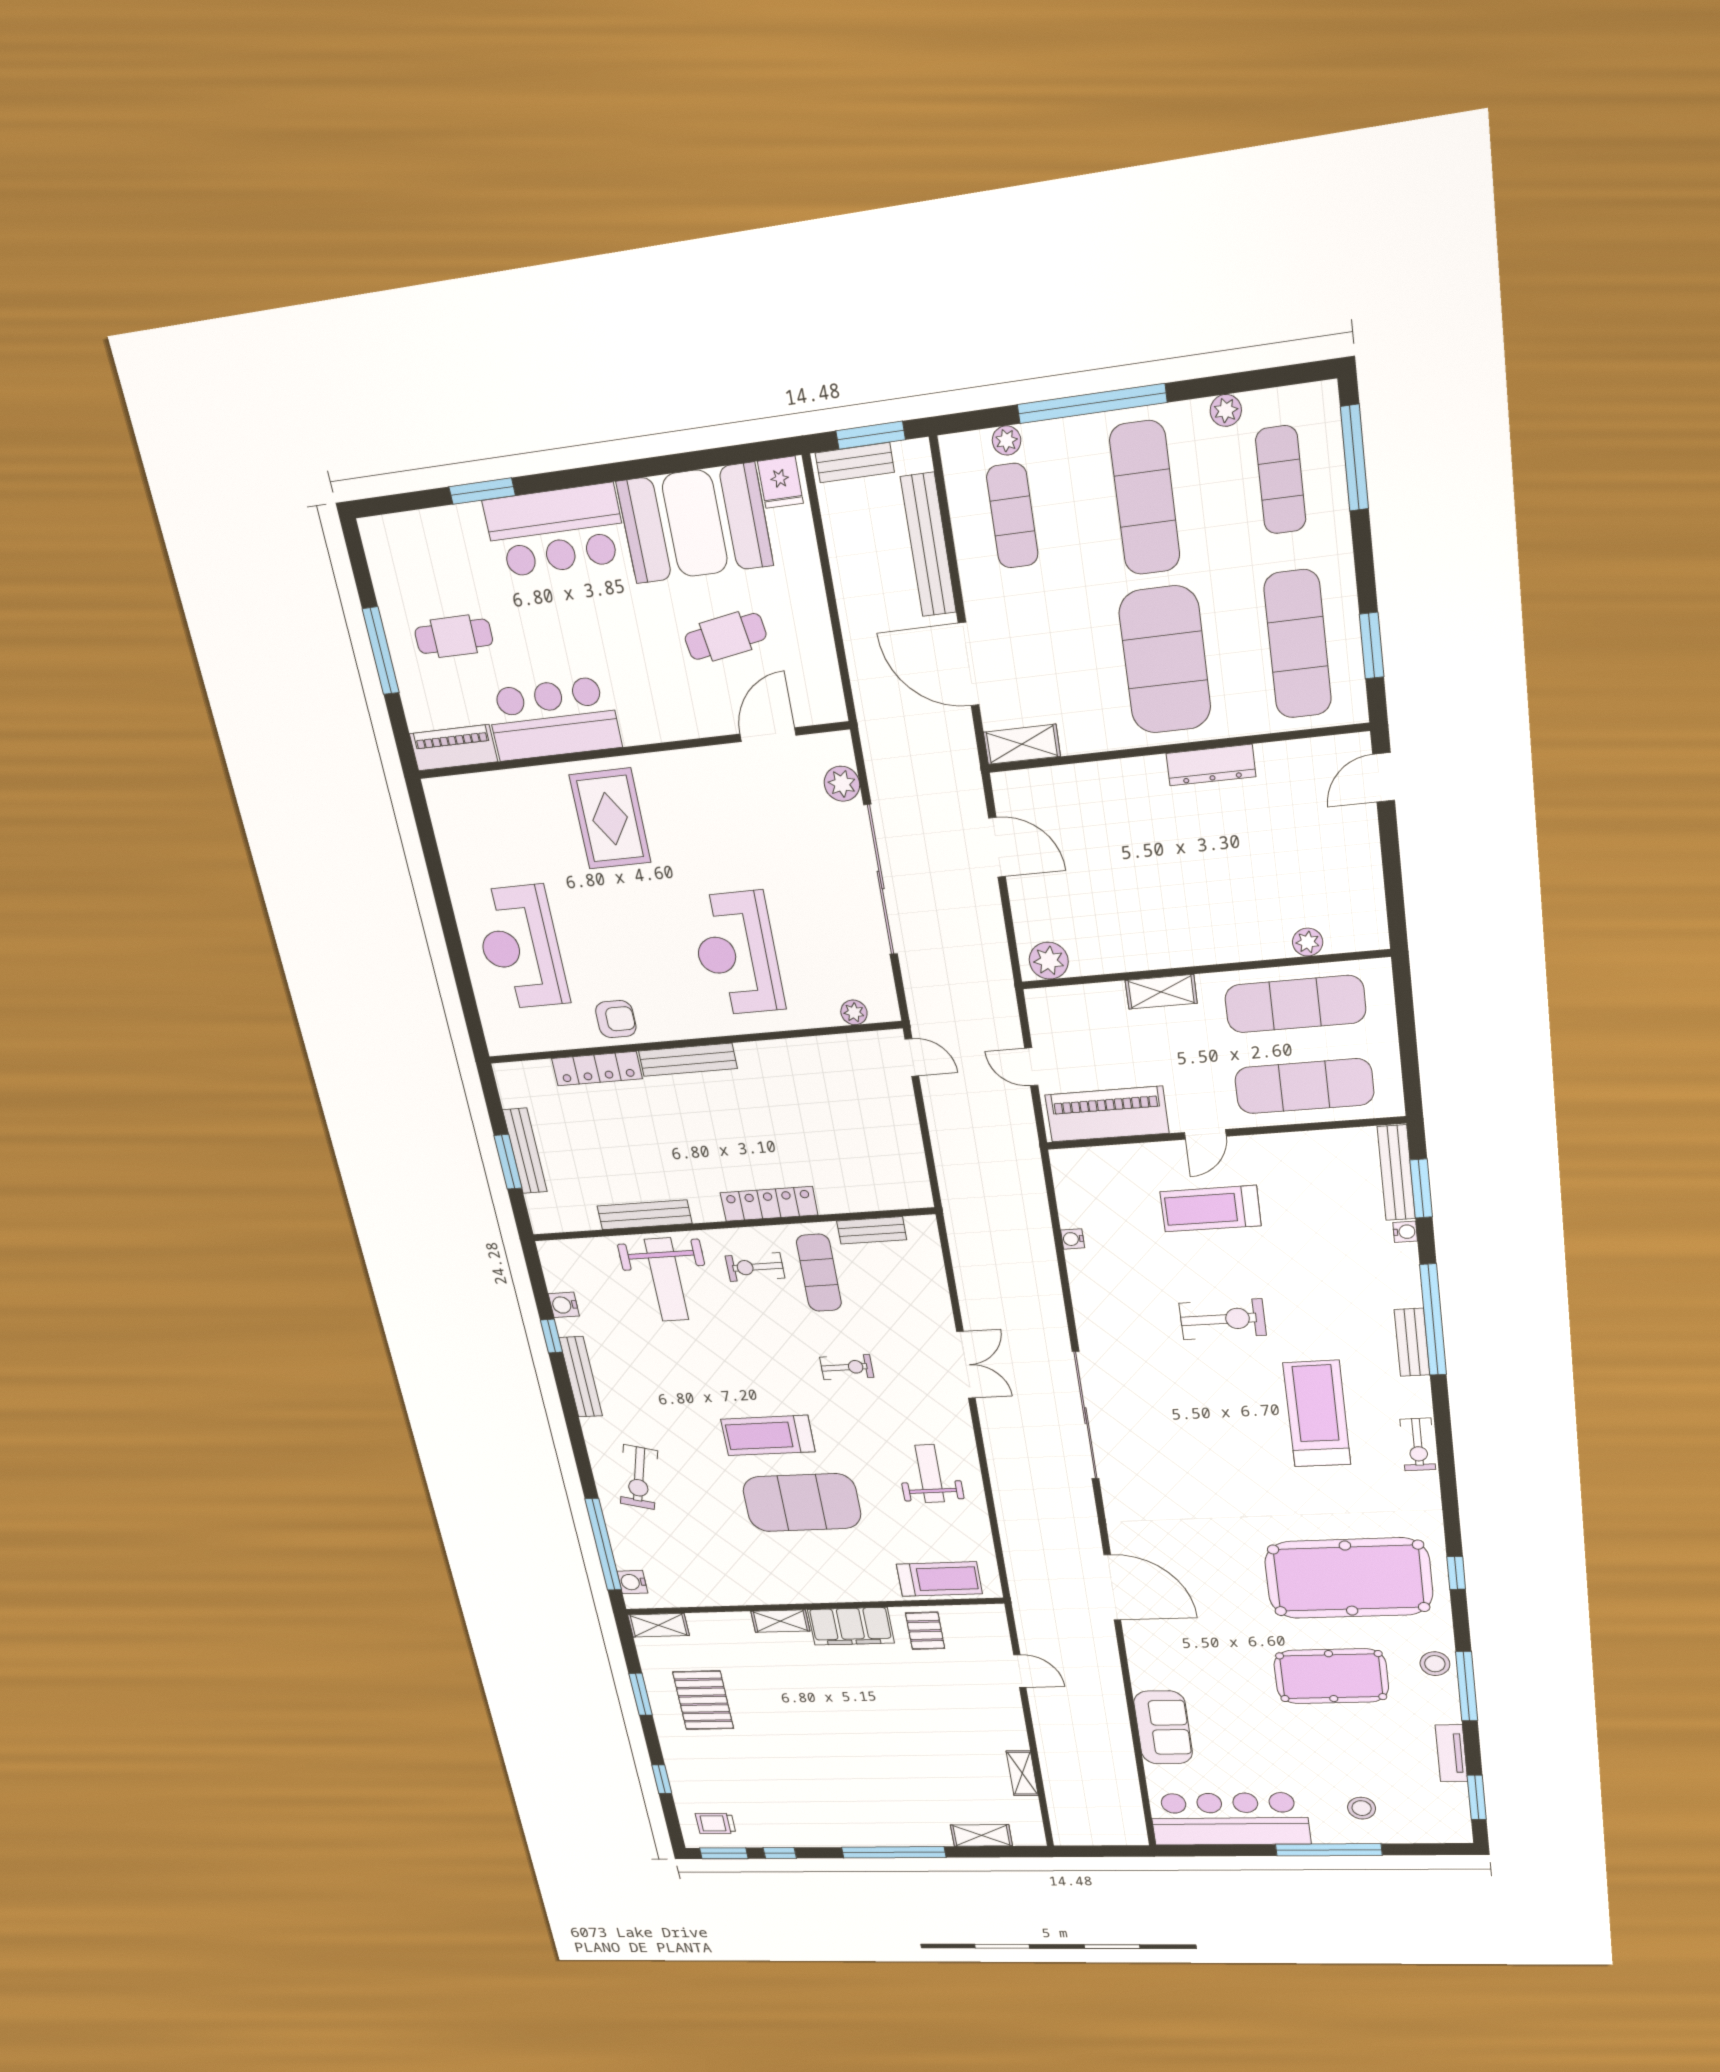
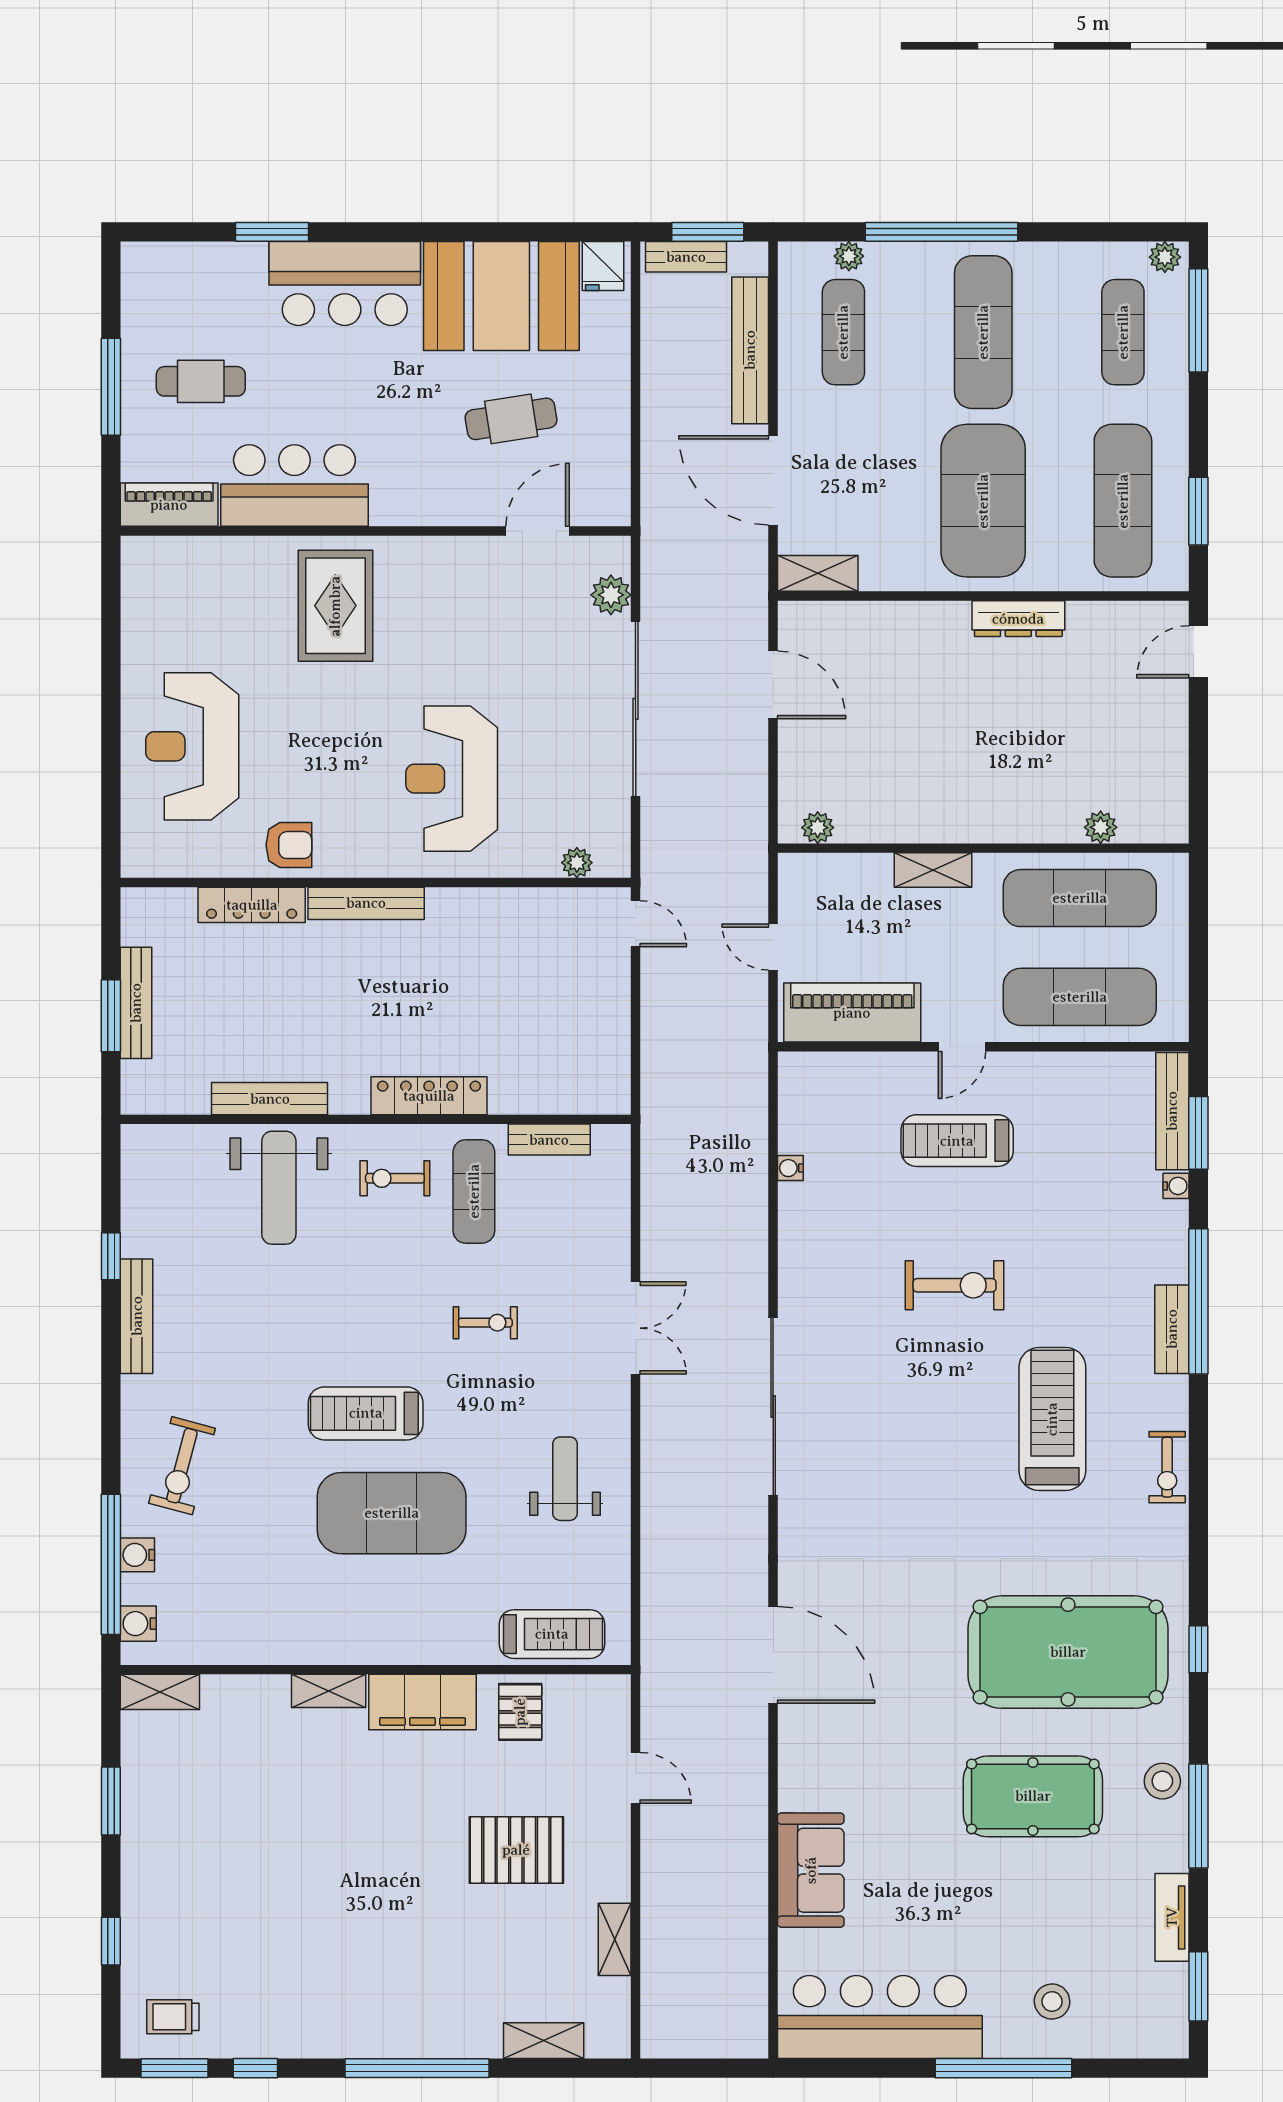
plant: (1226, 410) -> (1165, 257), moved
plant: (1049, 961) -> (818, 828), width x0.73, depth x0.73
water cooler: (564, 1305) -> (137, 1555), moved
pallet: (703, 1700) -> (516, 1850), moved, turned 90

